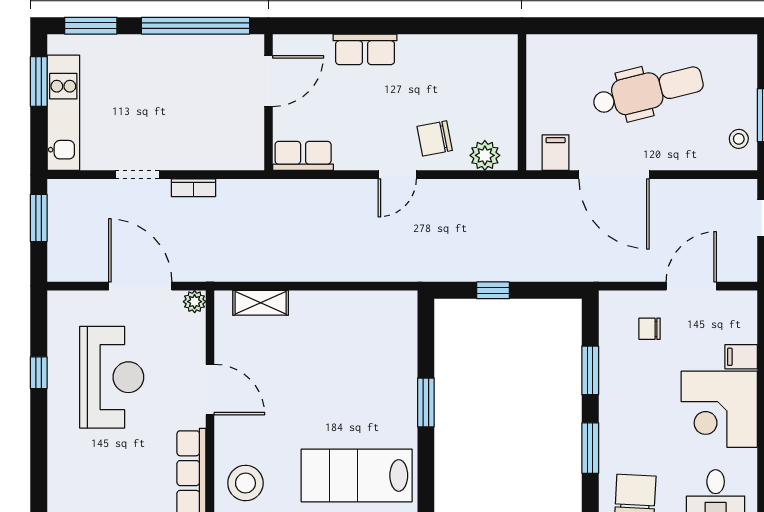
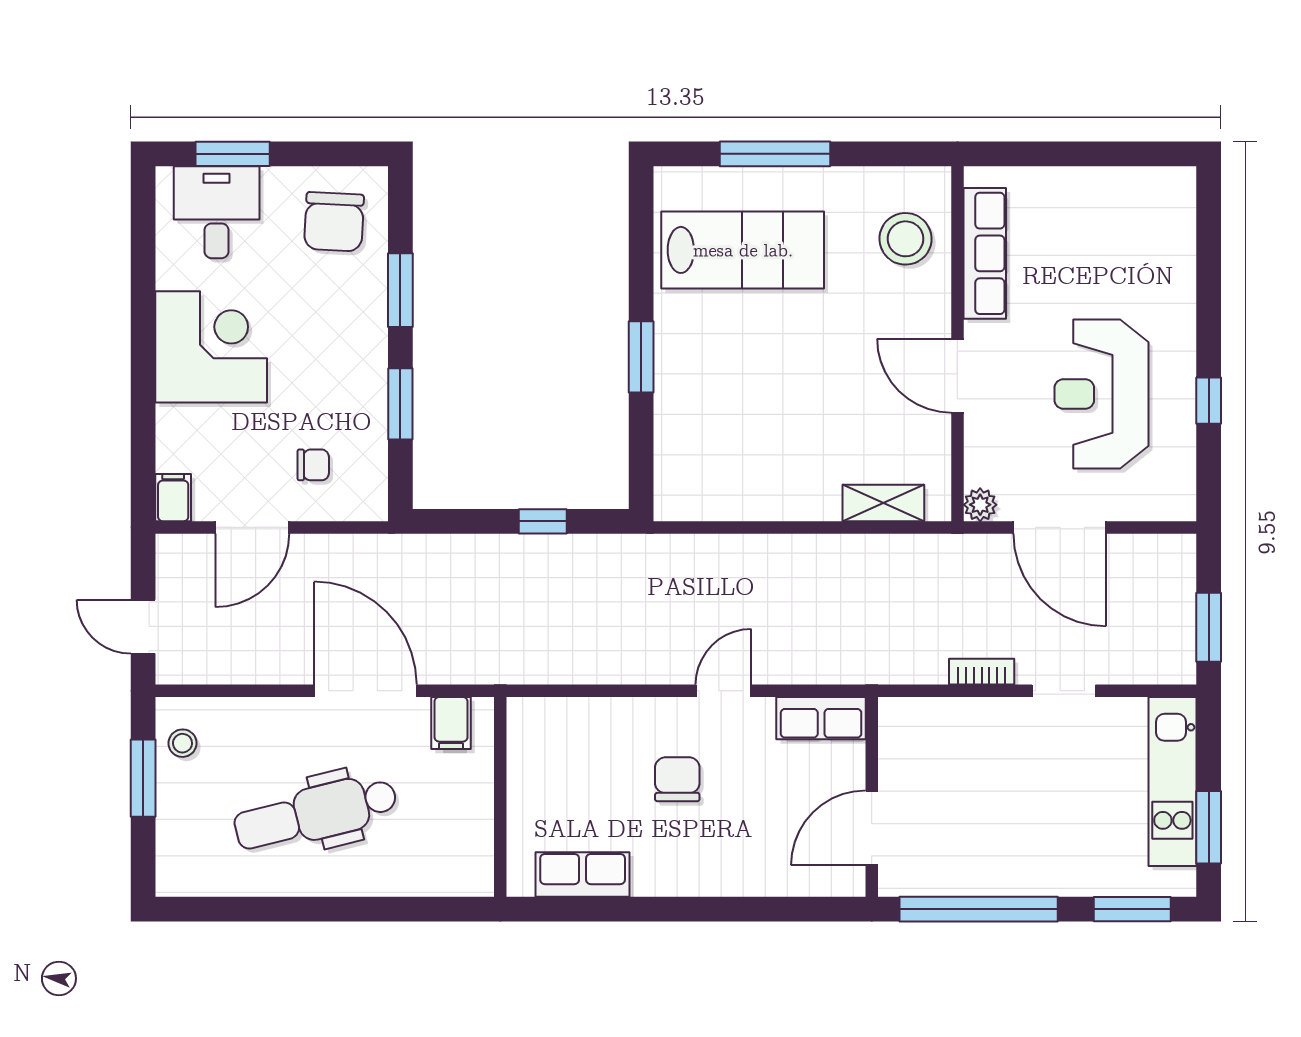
row of seats: (365, 49) -> (583, 874), moved
chair: (435, 138) -> (677, 779), moved, turned -79
plant: (485, 155) -> (555, 719), removed
door: (397, 175) -> (724, 691), moved
filing cabinet: (741, 357) -> (173, 498), moved, turned -90

